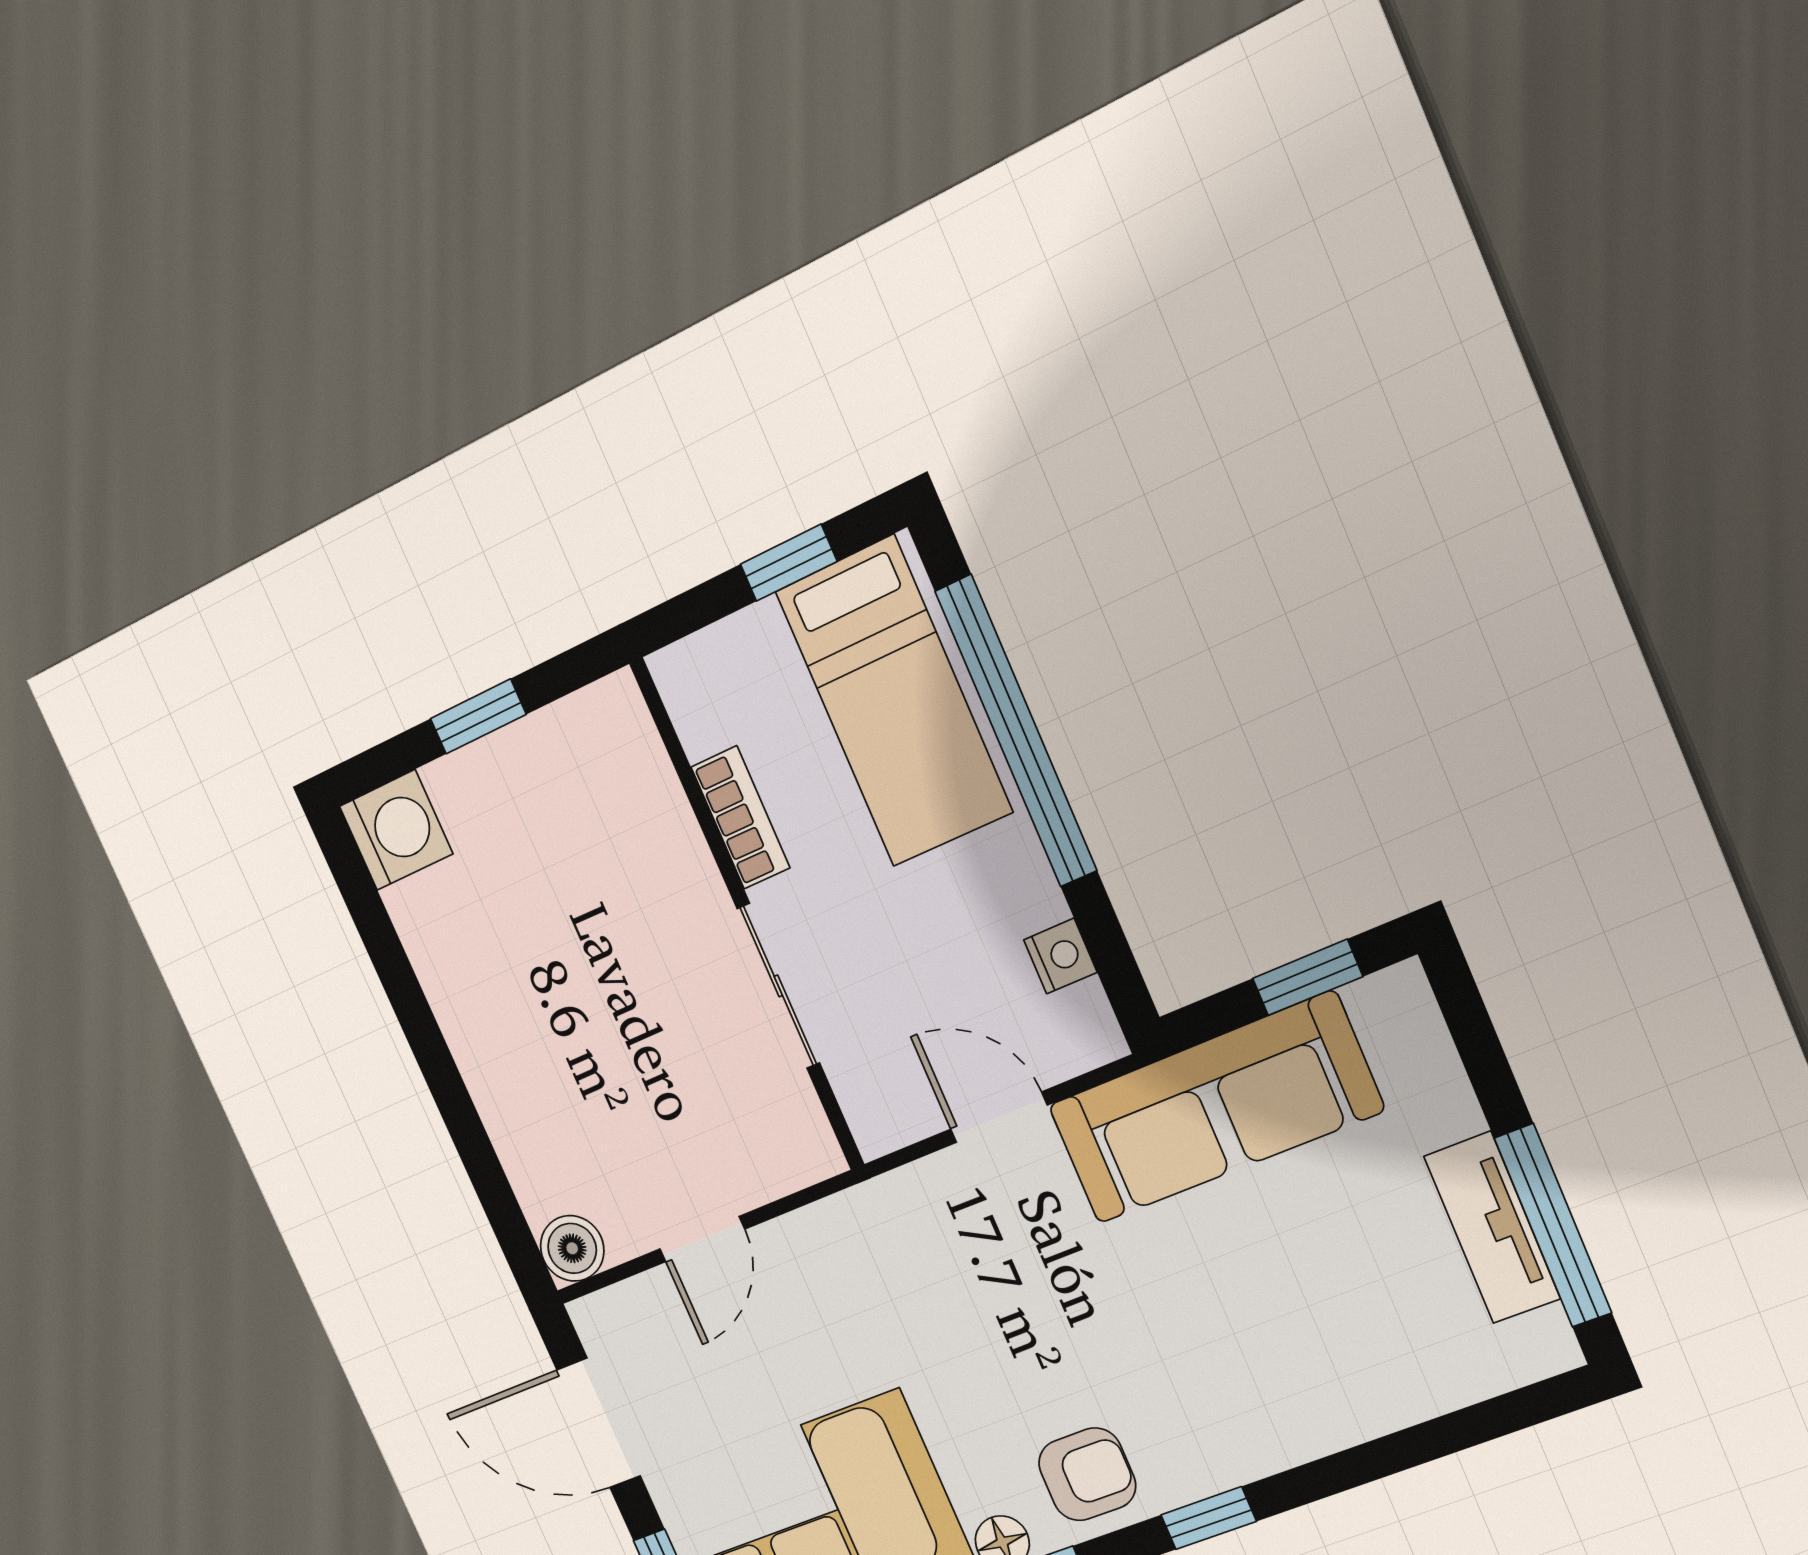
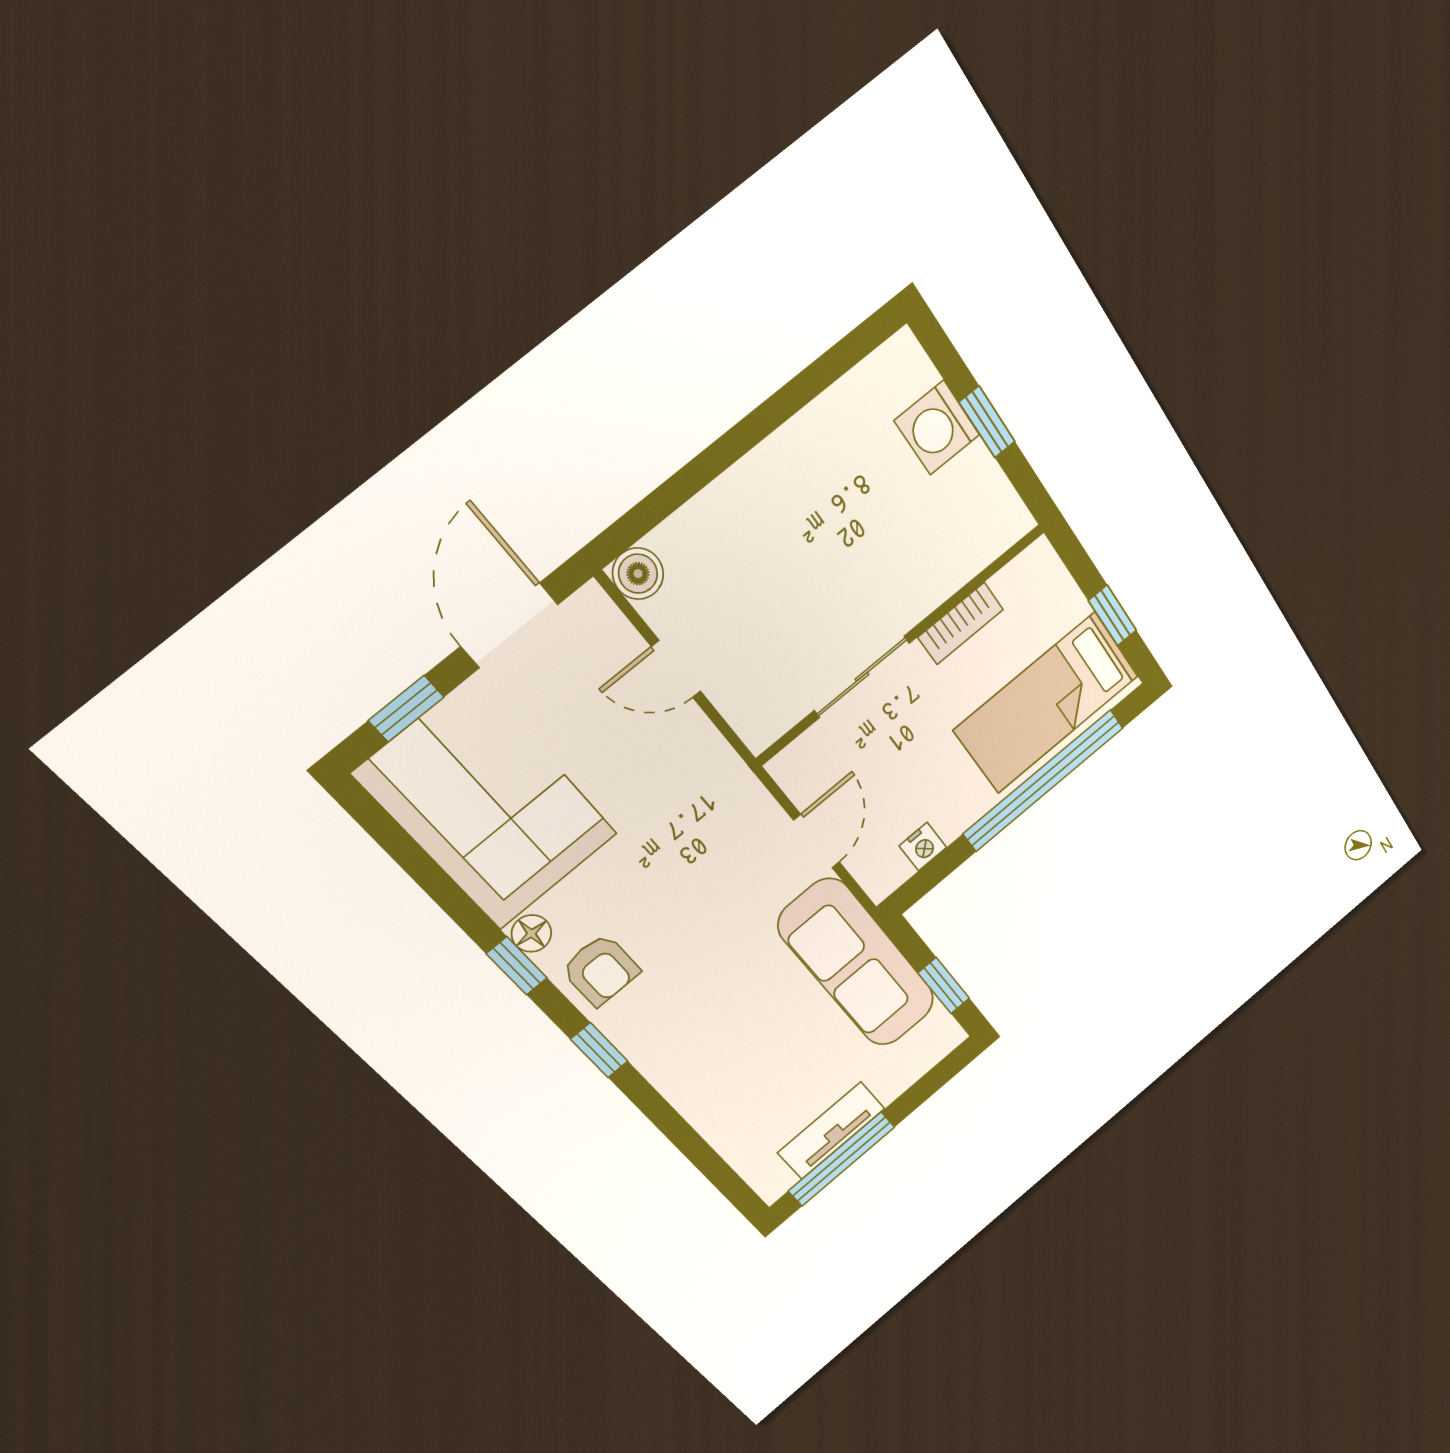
washing machine: (396, 830) -> (937, 428), moved, turned 90

